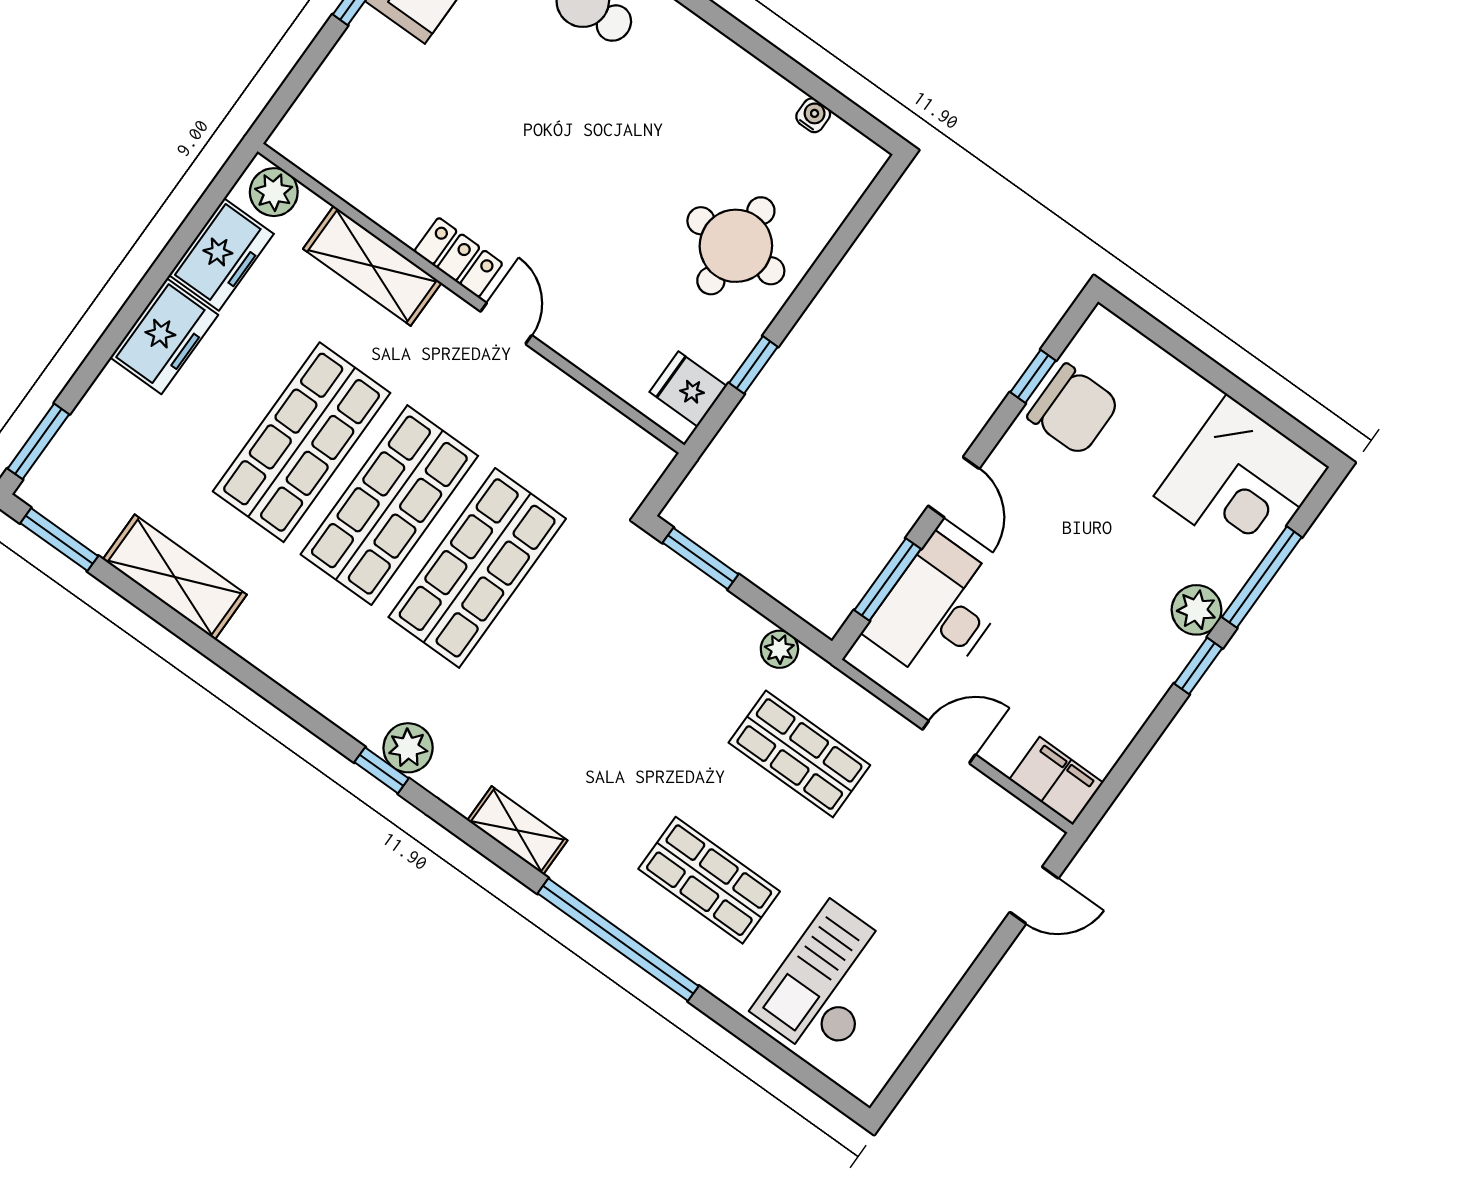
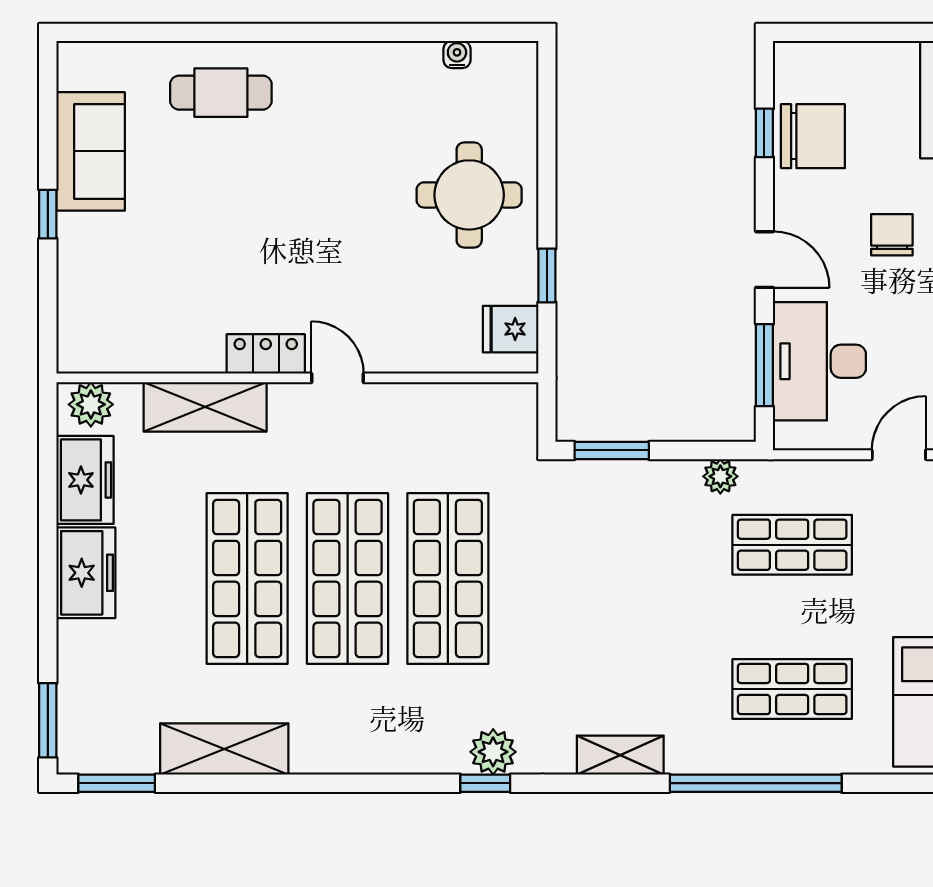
chair: (1081, 545) -> (892, 235), added

